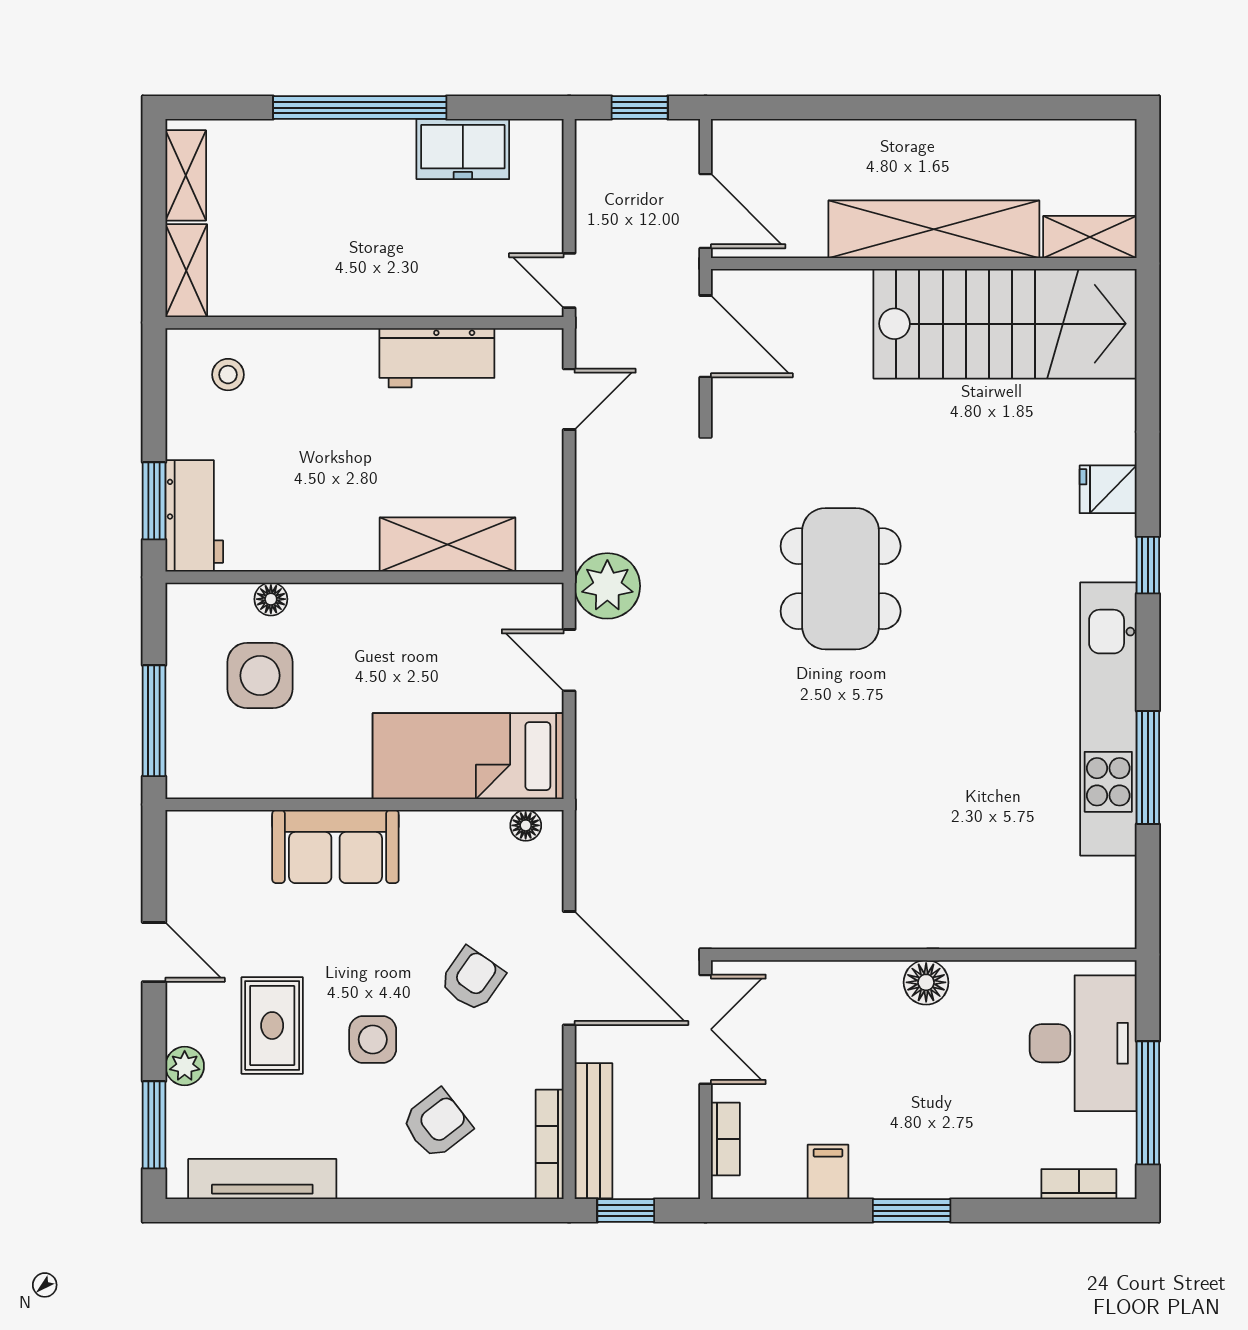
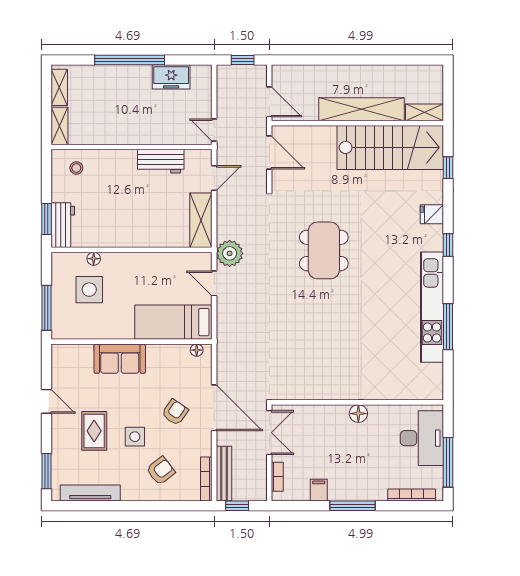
window: (1148, 374) -> (448, 168), added
shelving: (448, 545) -> (201, 220), moved, turned 90
plant: (185, 1066) -> (59, 447), removed
bookcase: (1079, 1184) -> (412, 495), width x1.56
window: (912, 1211) -> (353, 506), width x1.44

